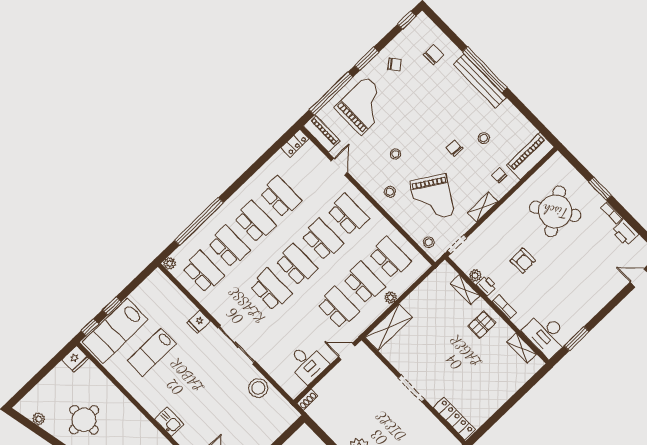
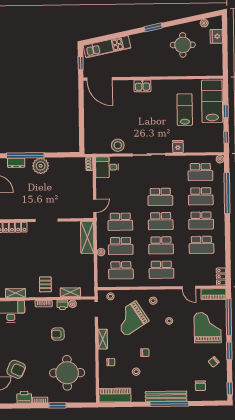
grand piano: (364, 106) -> (208, 328), turned 180
piano: (530, 156) -> (115, 395), moved, turned -90
grand piano: (432, 198) -> (131, 319), turned -65
round table: (555, 211) -> (67, 373), turned 34
armchair: (603, 270) -> (16, 369), added
window: (90, 327) -> (226, 137), moved
fridge: (75, 359) -> (216, 36), moved
desk: (307, 363) -> (107, 167), moved

